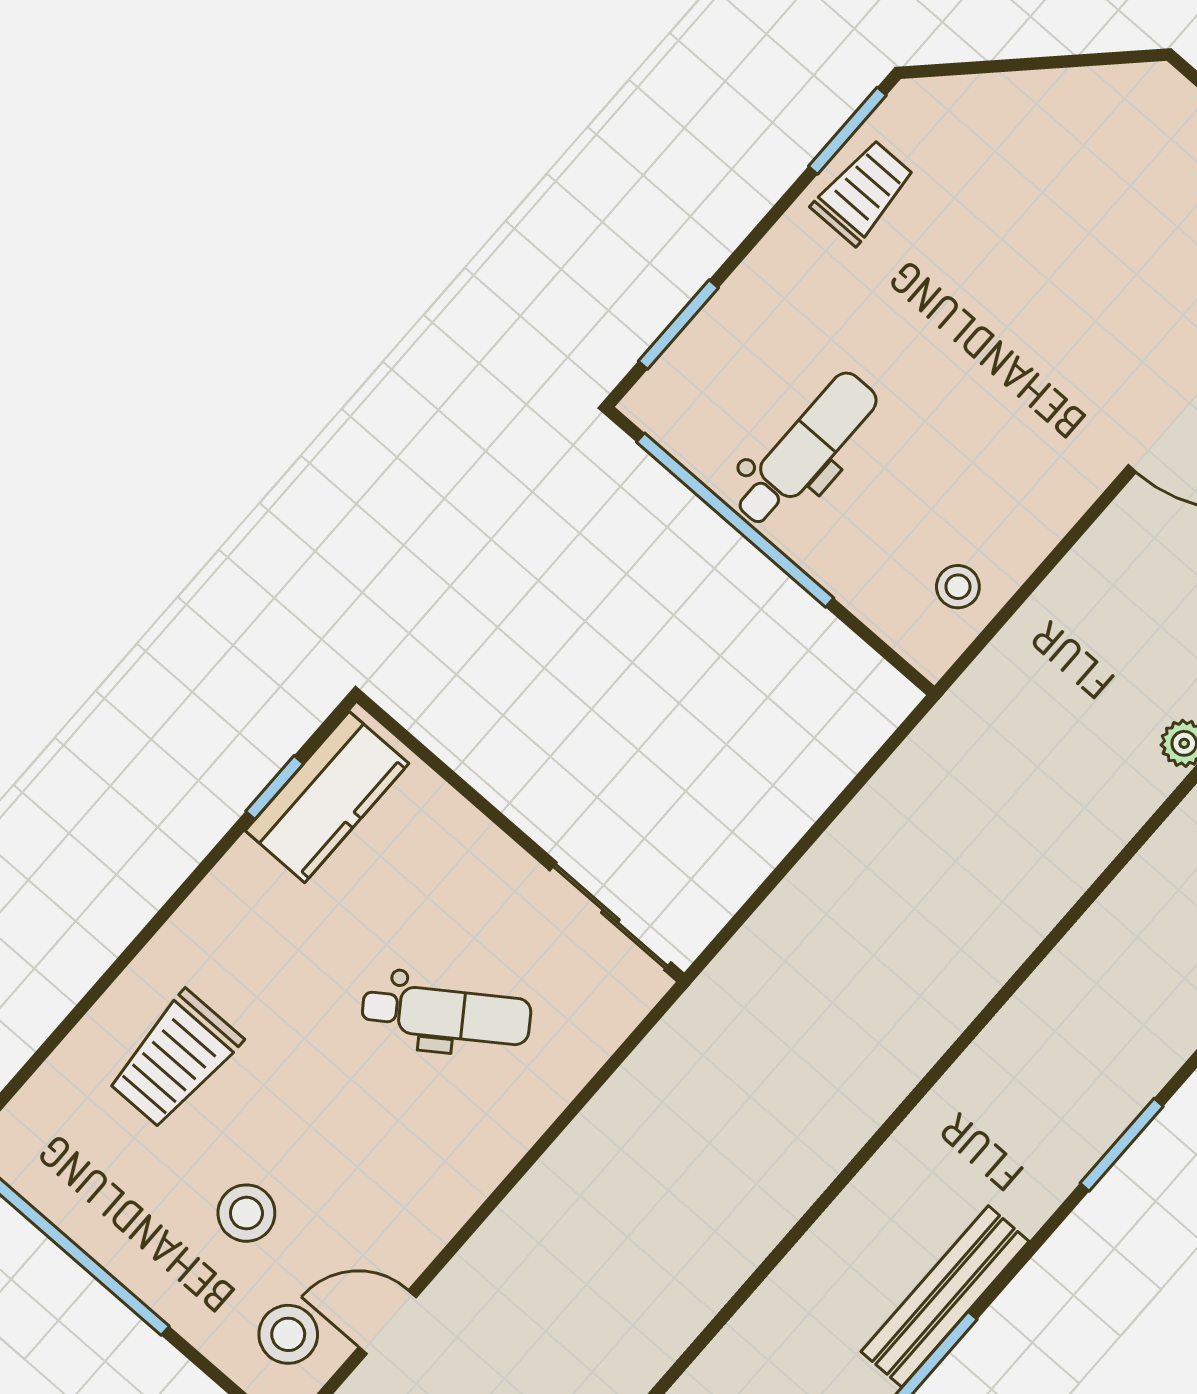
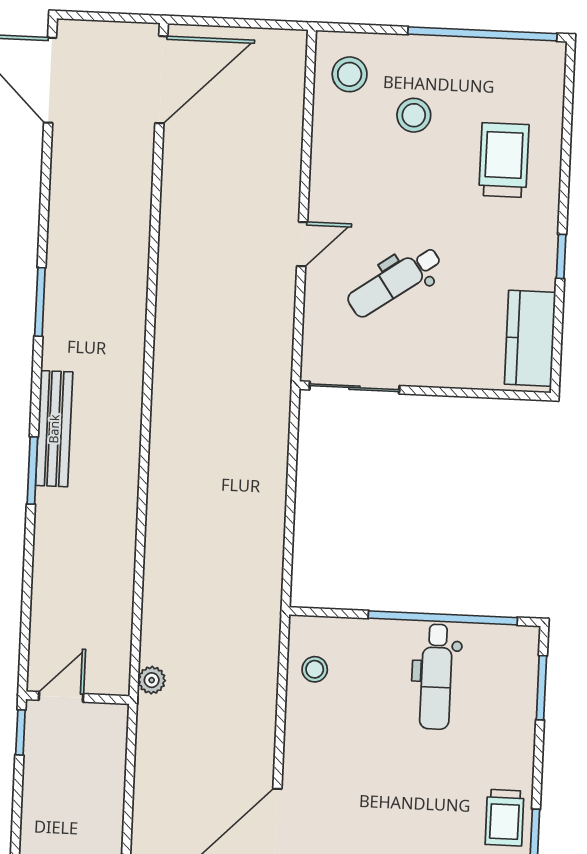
window: (275, 787) -> (561, 256), moved
bench: (945, 1296) -> (54, 429), moved
door: (388, 1322) -> (302, 244), moved

